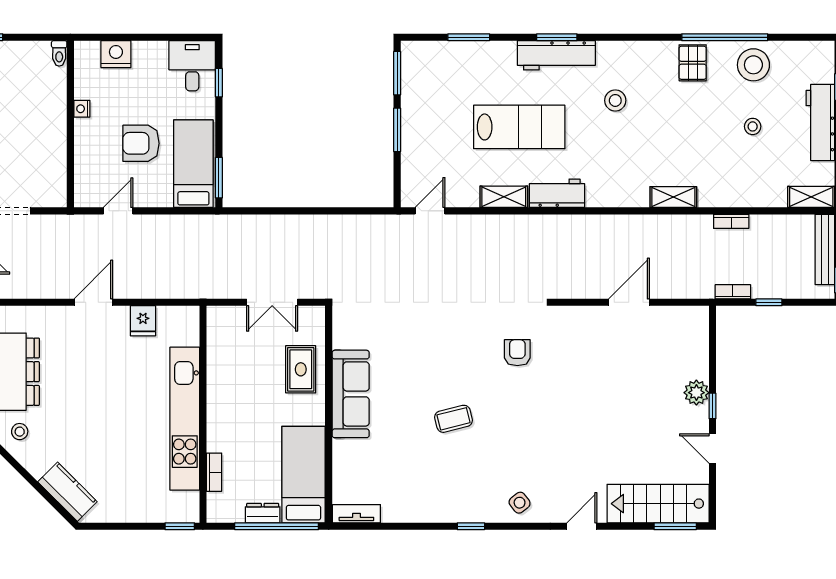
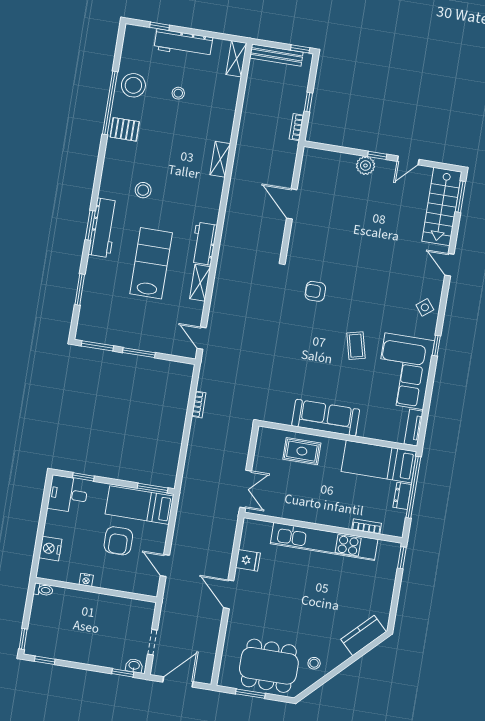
bookcase: (731, 221) -> (199, 404), moved
double door: (272, 302) -> (246, 489), moved
corner sofa: (430, 489) -> (404, 371), added

